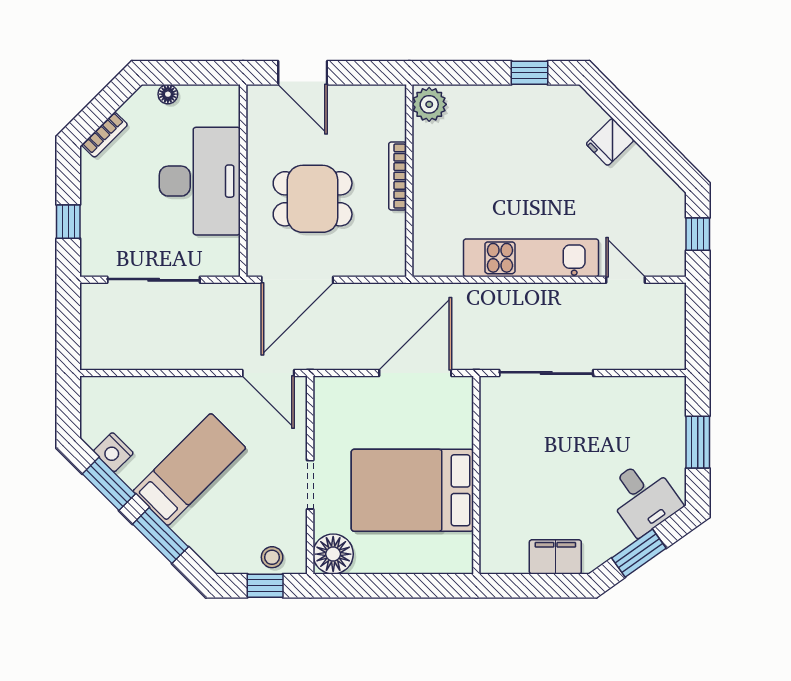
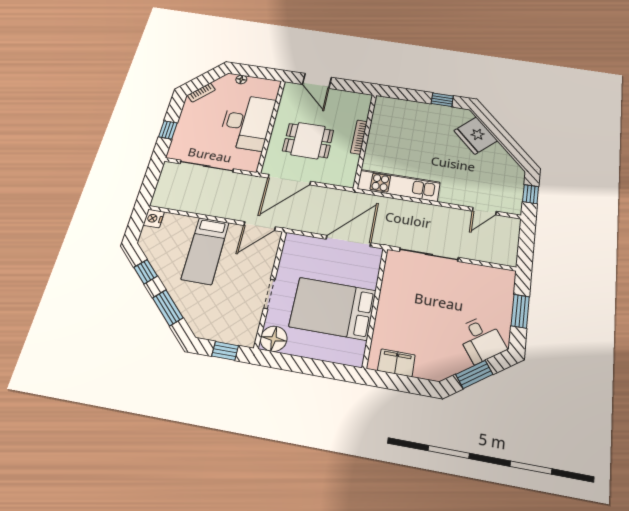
plant: (429, 104) -> (384, 106), removed
fridge: (610, 142) -> (476, 136), width x1.88, depth x1.34
kitchen unit: (531, 258) -> (399, 186), moved
door: (625, 280) -> (484, 211), swing flipped
door: (268, 373) -> (260, 226), hinge flipped
nightstand: (113, 452) -> (154, 218), moved, turned 45
bed: (189, 470) -> (205, 251), moved, turned 135
window: (109, 484) -> (146, 272), width x0.67
stool: (272, 557) -> (234, 334), removed
filing cabinet: (555, 557) -> (396, 363), moved

